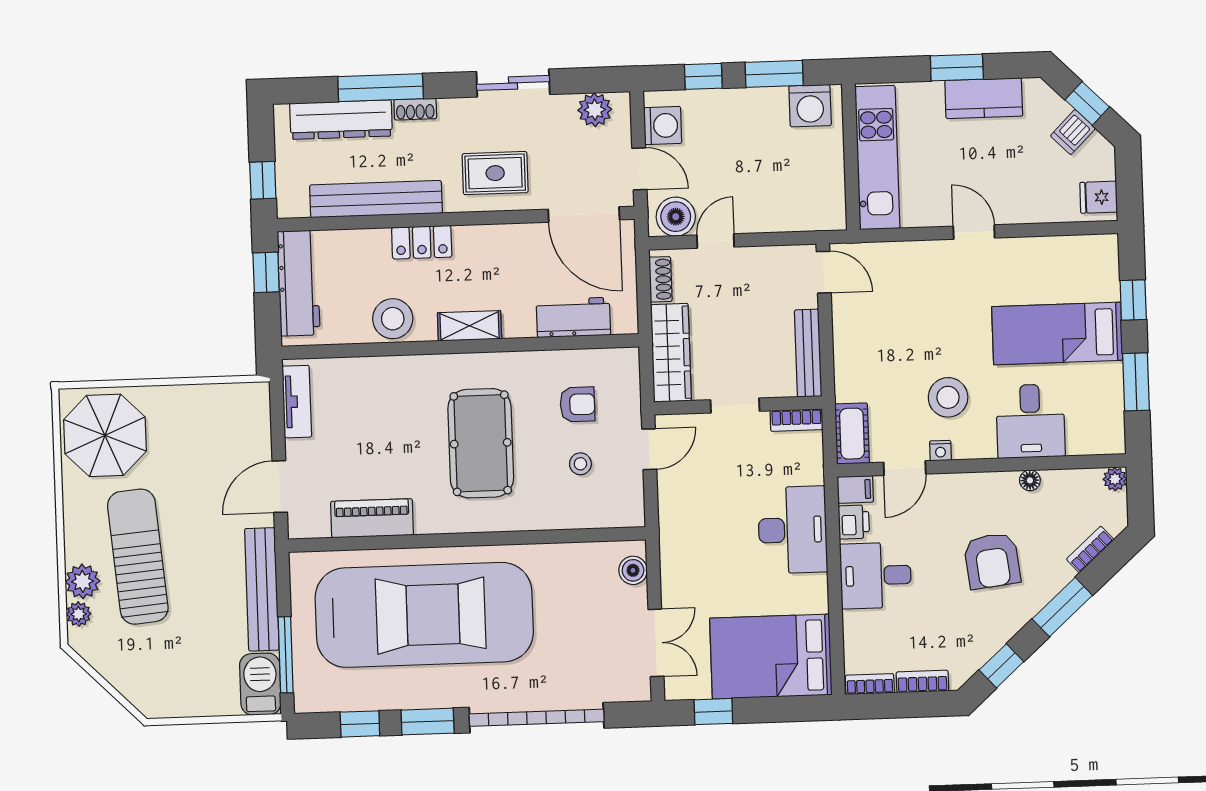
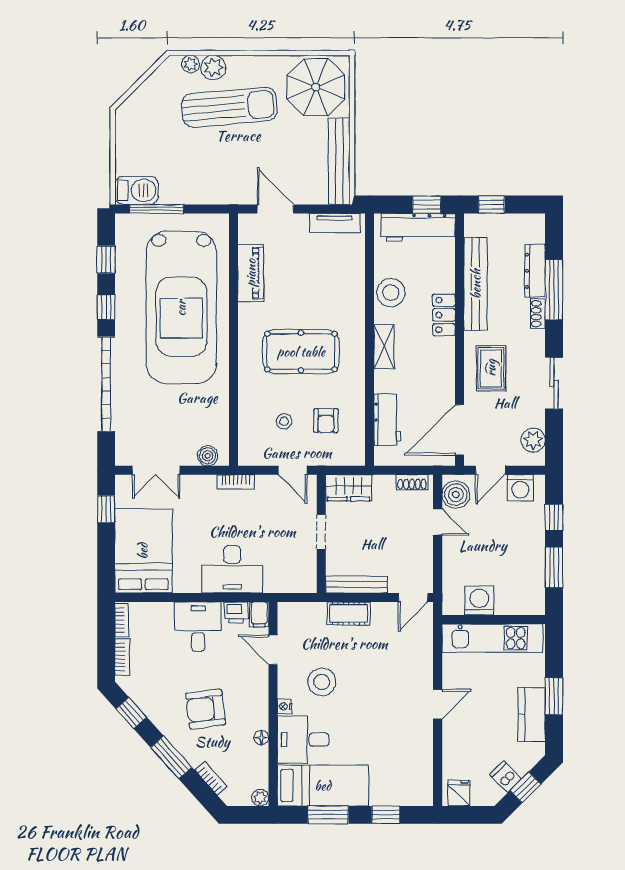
washing machine: (810, 106) -> (479, 601), moved, turned 90
dresser: (341, 120) -> (535, 271), width x0.73, depth x0.80
bed: (1057, 333) -> (323, 786), moved, turned 90
wardrobe: (671, 353) -> (349, 488), width x0.67
bookcase: (796, 420) -> (236, 482), moved, turned -90
cot: (852, 434) -> (349, 613), moved
nightstand: (940, 451) -> (284, 706), moved
bench: (262, 589) -> (339, 161), moved, turned 90
window: (428, 722) -> (106, 307), width x0.67

